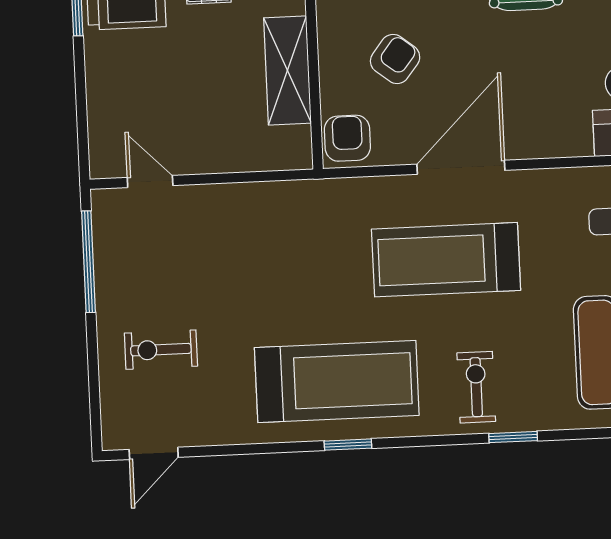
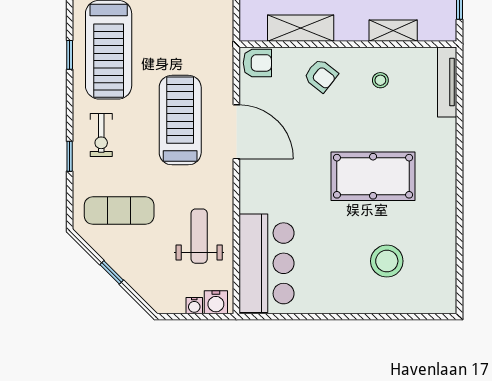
armchair: (395, 59) -> (321, 76), moved
exercise bike: (476, 387) -> (101, 135), turned 90

